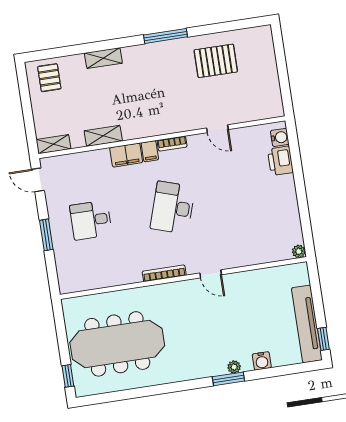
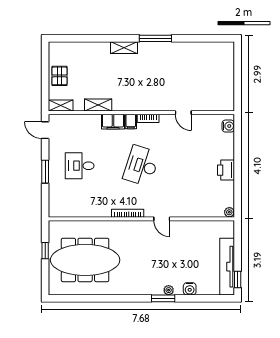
shelving: (103, 58) -> (124, 48), moved
pallet: (216, 61) -> (190, 62), removed
pallet: (49, 78) -> (59, 76), moved
printer: (280, 161) -> (226, 170), moved
window: (68, 376) -> (45, 251), moved

